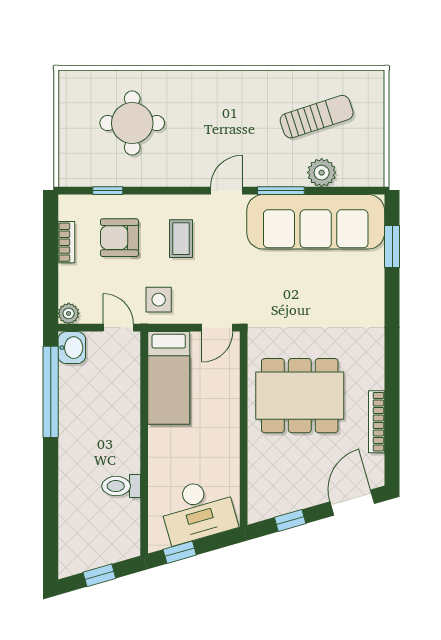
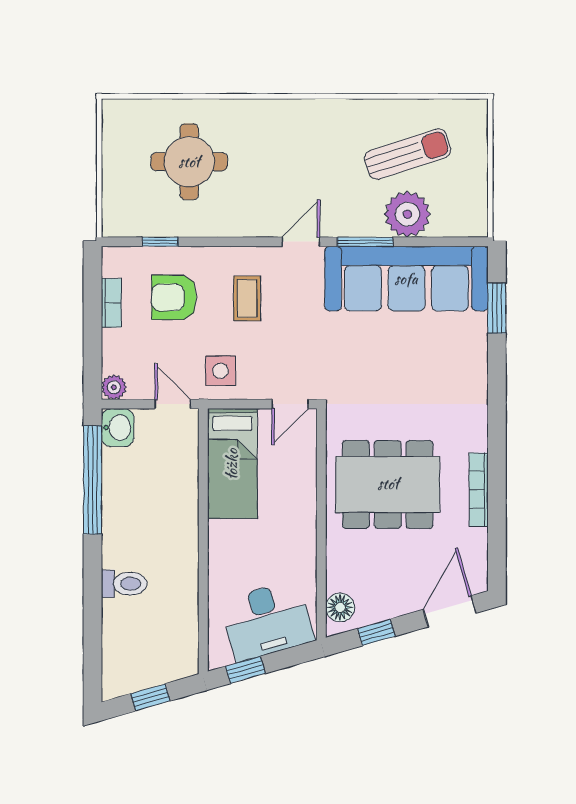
plant: (322, 173) -> (407, 214), width x1.36, depth x1.36
bookcase: (377, 422) -> (479, 490), moved
toilet: (121, 486) -> (124, 584), moved, turned 180
floor lamp: (260, 499) -> (340, 607), added

